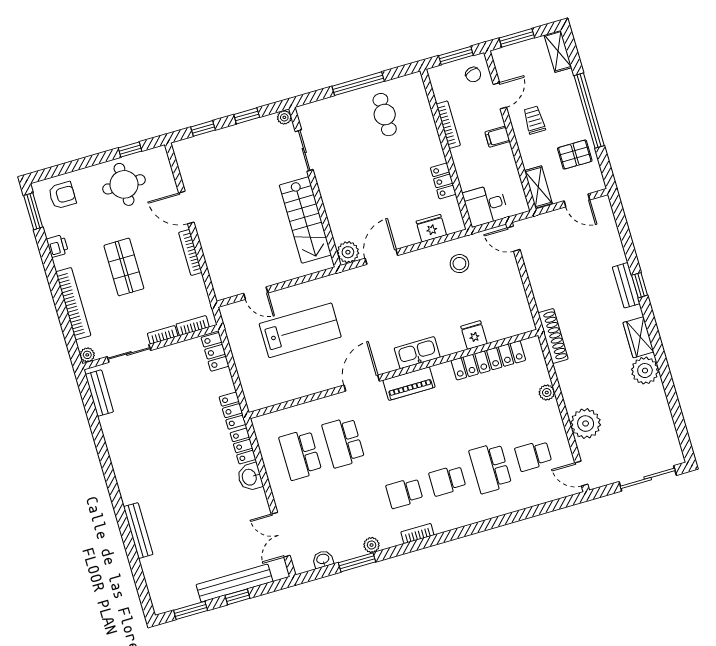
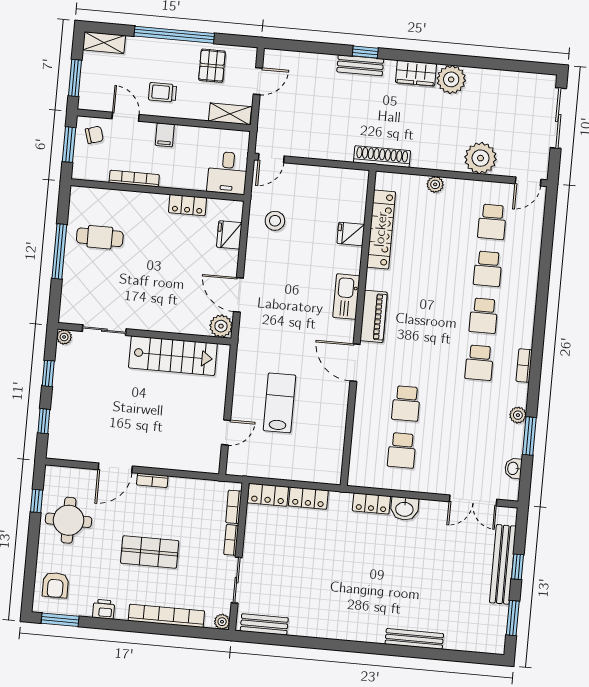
armchair: (62, 195) -> (55, 585), turned 180
bookcase: (190, 252) -> (152, 480), width x0.64
lab bench: (300, 330) -> (279, 403), width x0.73, depth x0.72
locker: (232, 411) -> (308, 498), moved
school desk: (343, 442) -> (406, 403), width x0.54
school desk: (300, 455) -> (402, 450), width x0.54
school desk: (490, 468) -> (488, 269), width x0.54

